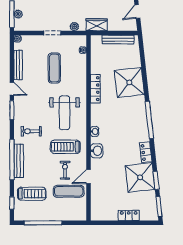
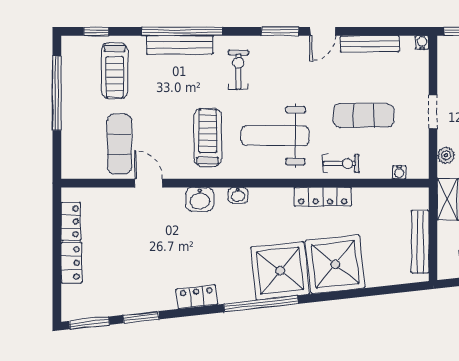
exercise bike: (65, 170) -> (341, 164), moved
shower: (140, 177) -> (280, 271), moved
locker: (108, 216) -> (71, 221), added

